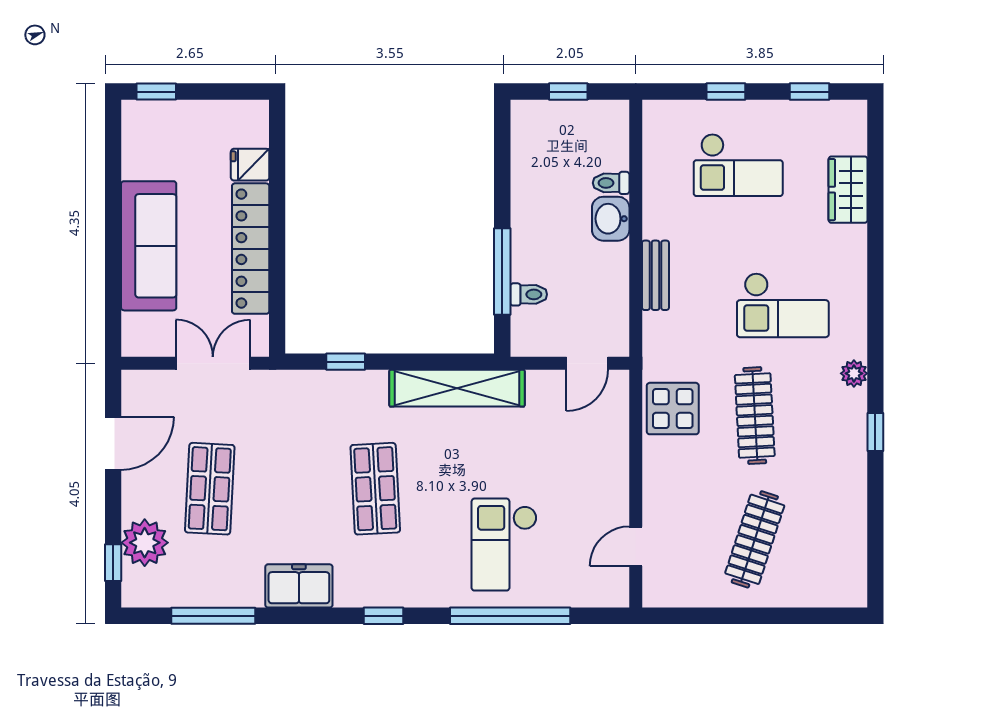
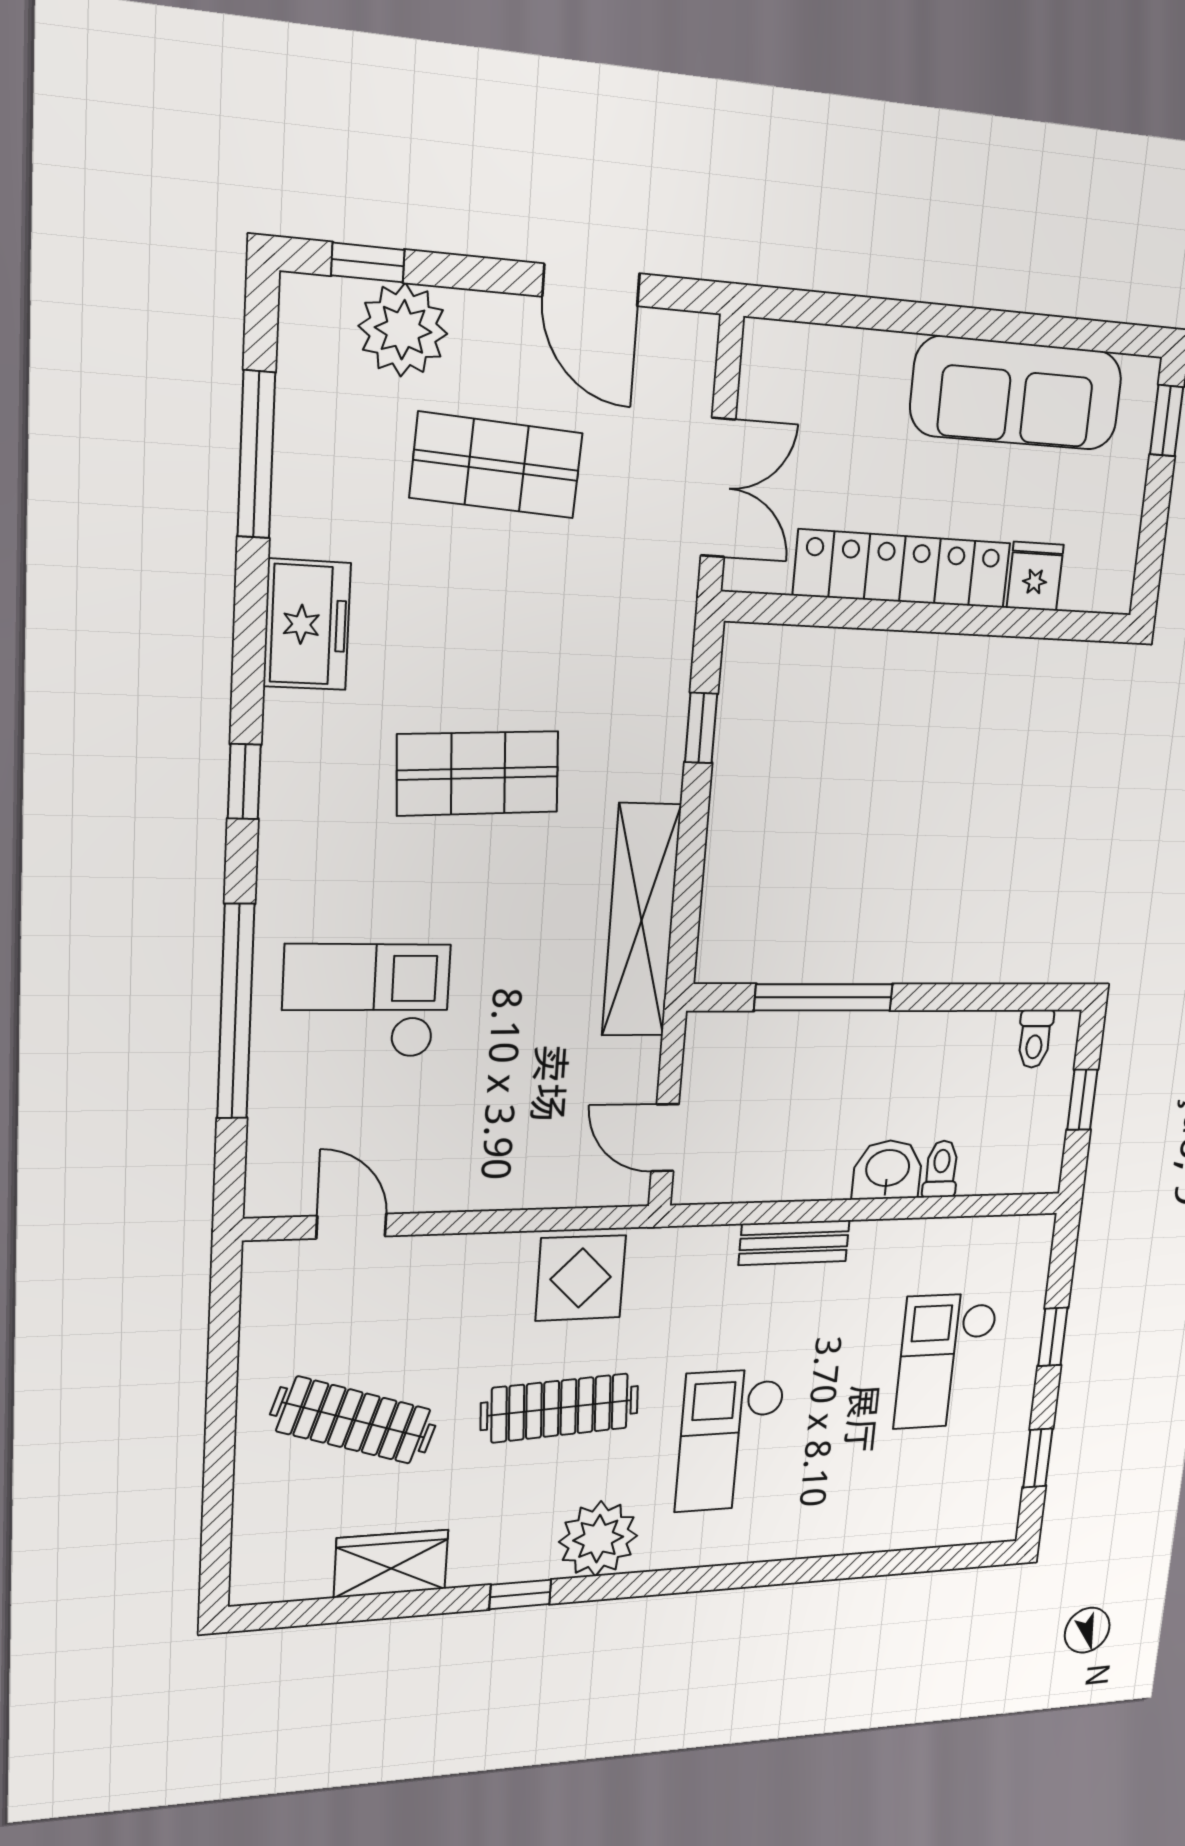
wardrobe: (848, 190) -> (391, 1564), moved
sofa: (149, 246) -> (1017, 393), moved
toilet: (529, 294) -> (1035, 1039), moved
plant: (854, 373) -> (598, 1539), width x1.88, depth x1.88

